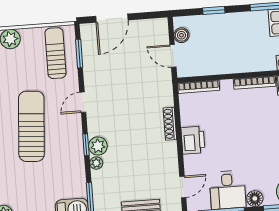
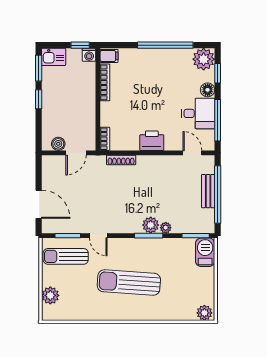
window: (214, 10) -> (39, 99), moved
bookcase: (199, 87) -> (105, 139), width x0.64
door: (83, 102) -> (98, 236), moved
shoe rack: (170, 124) -> (121, 160), moved
window: (86, 145) -> (149, 236), width x1.50

